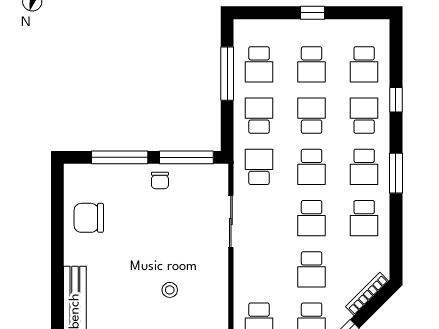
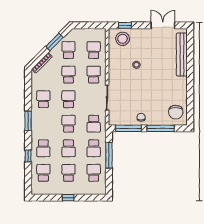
window: (227, 74) -> (109, 155), moved
school desk: (364, 167) -> (94, 75), moved
chair: (89, 218) -> (176, 112), moved, turned 90

